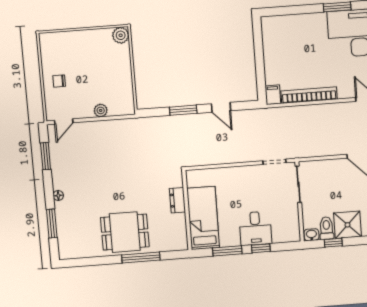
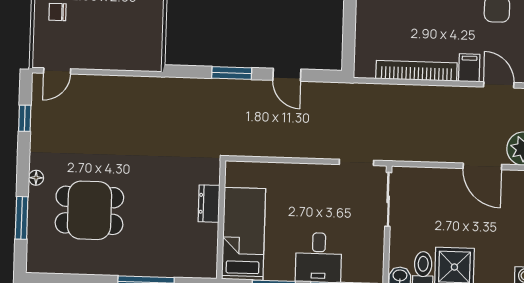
filing cabinet: (273, 95) -> (469, 68), moved
plant: (101, 110) -> (112, 61), removed
window: (46, 156) -> (25, 118), width x0.67
dining table: (125, 232) -> (89, 210), moved

